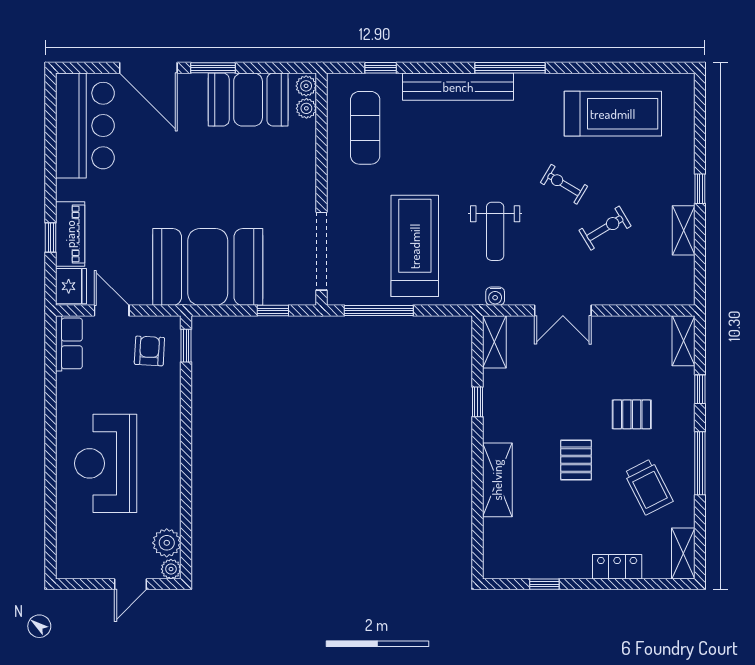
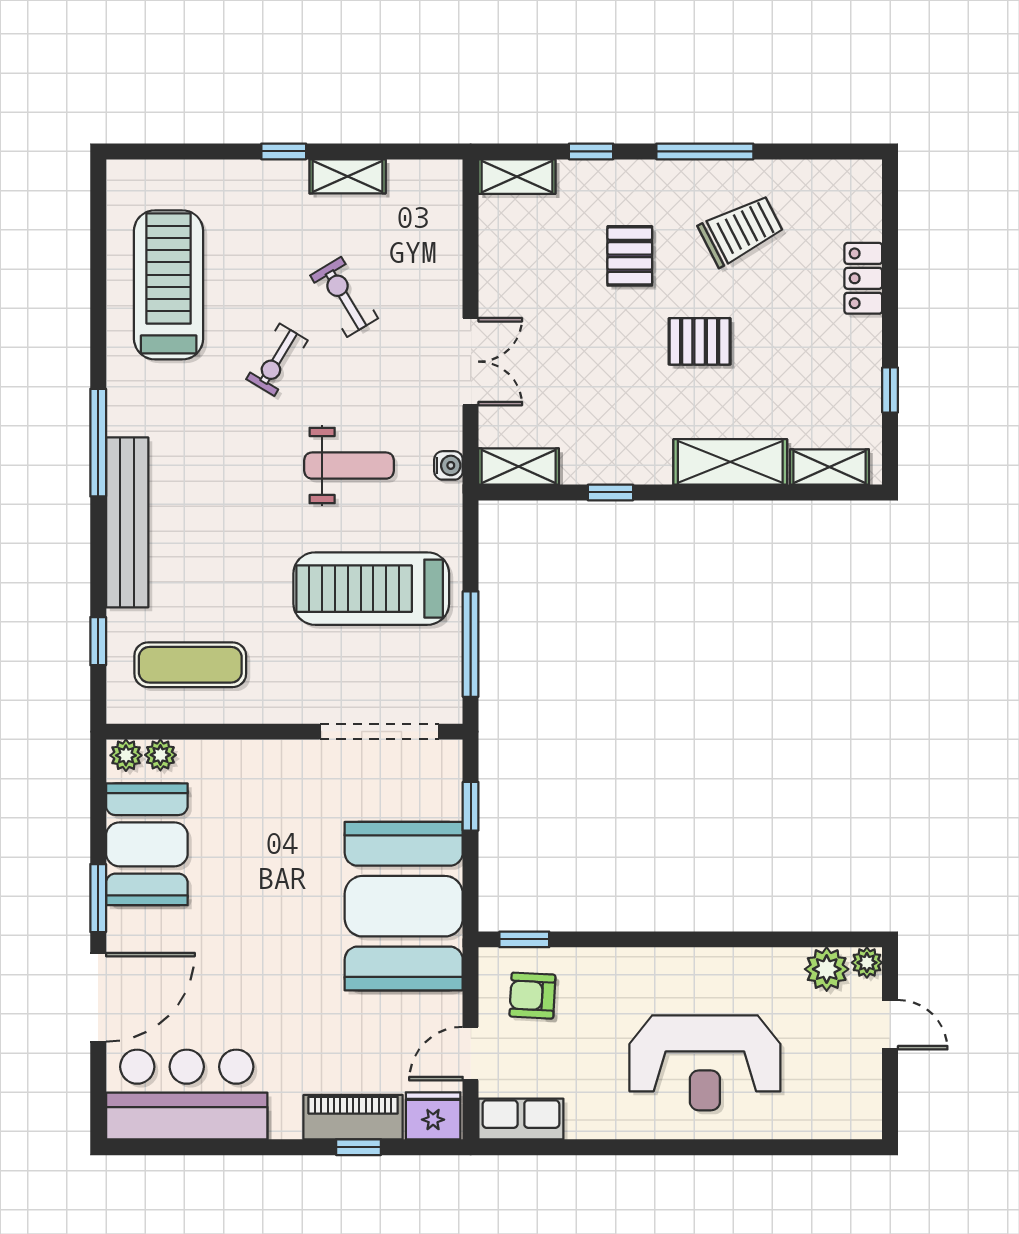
shelving: (683, 553) -> (829, 467), moved

